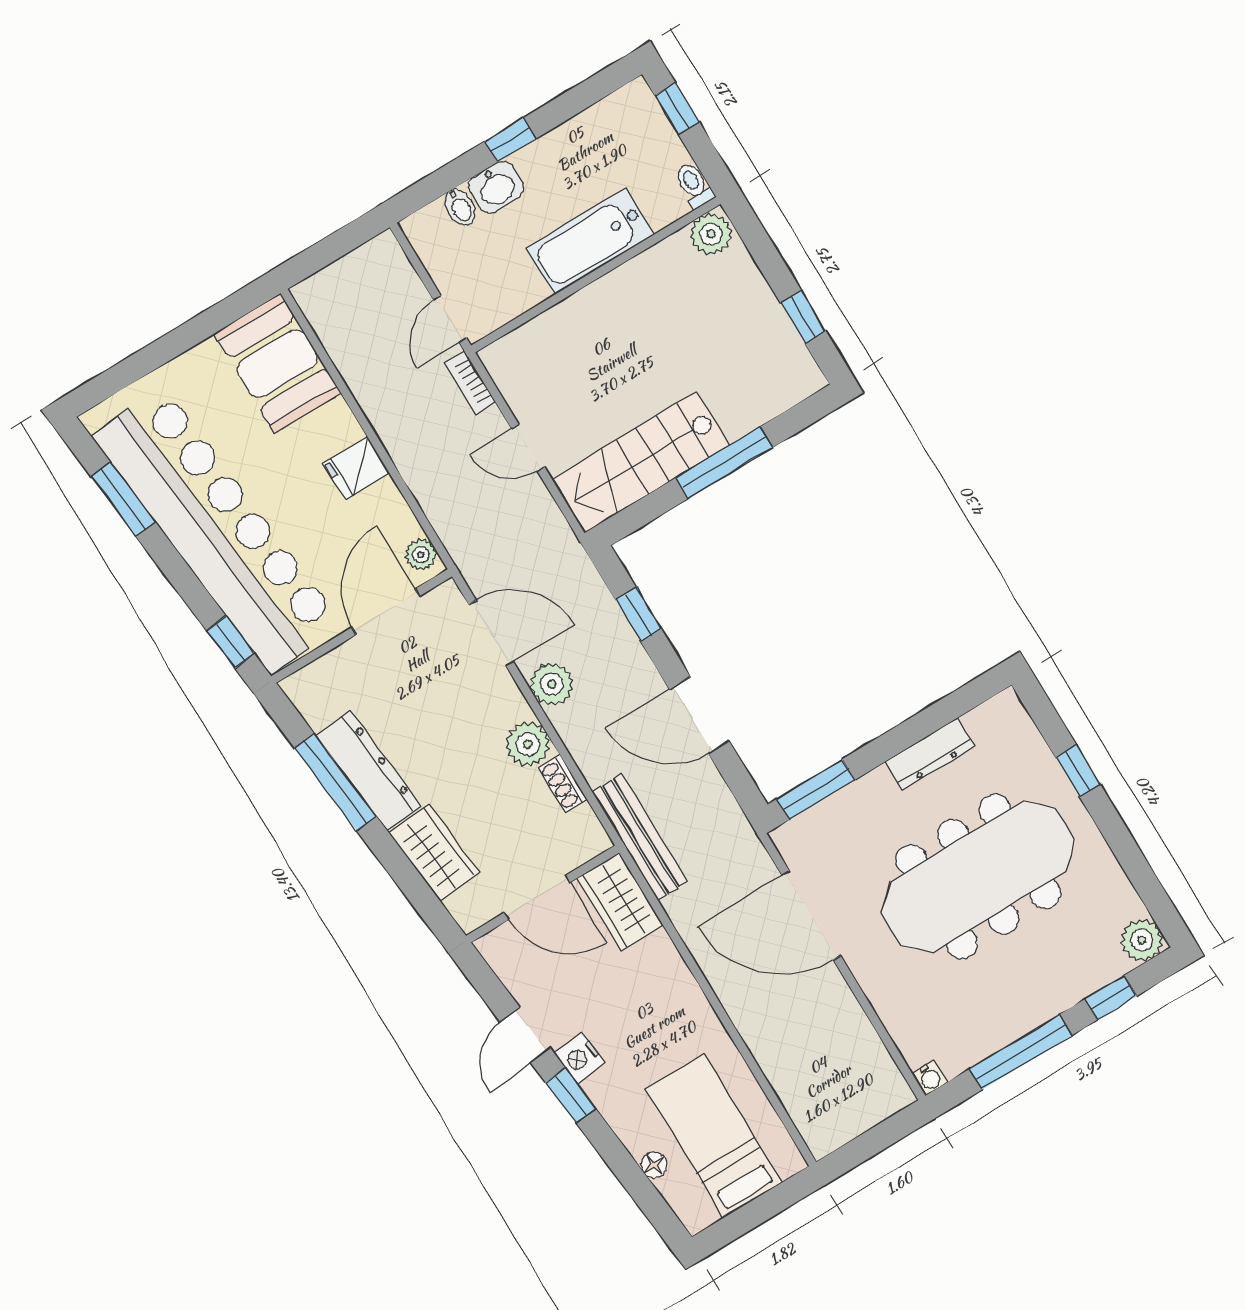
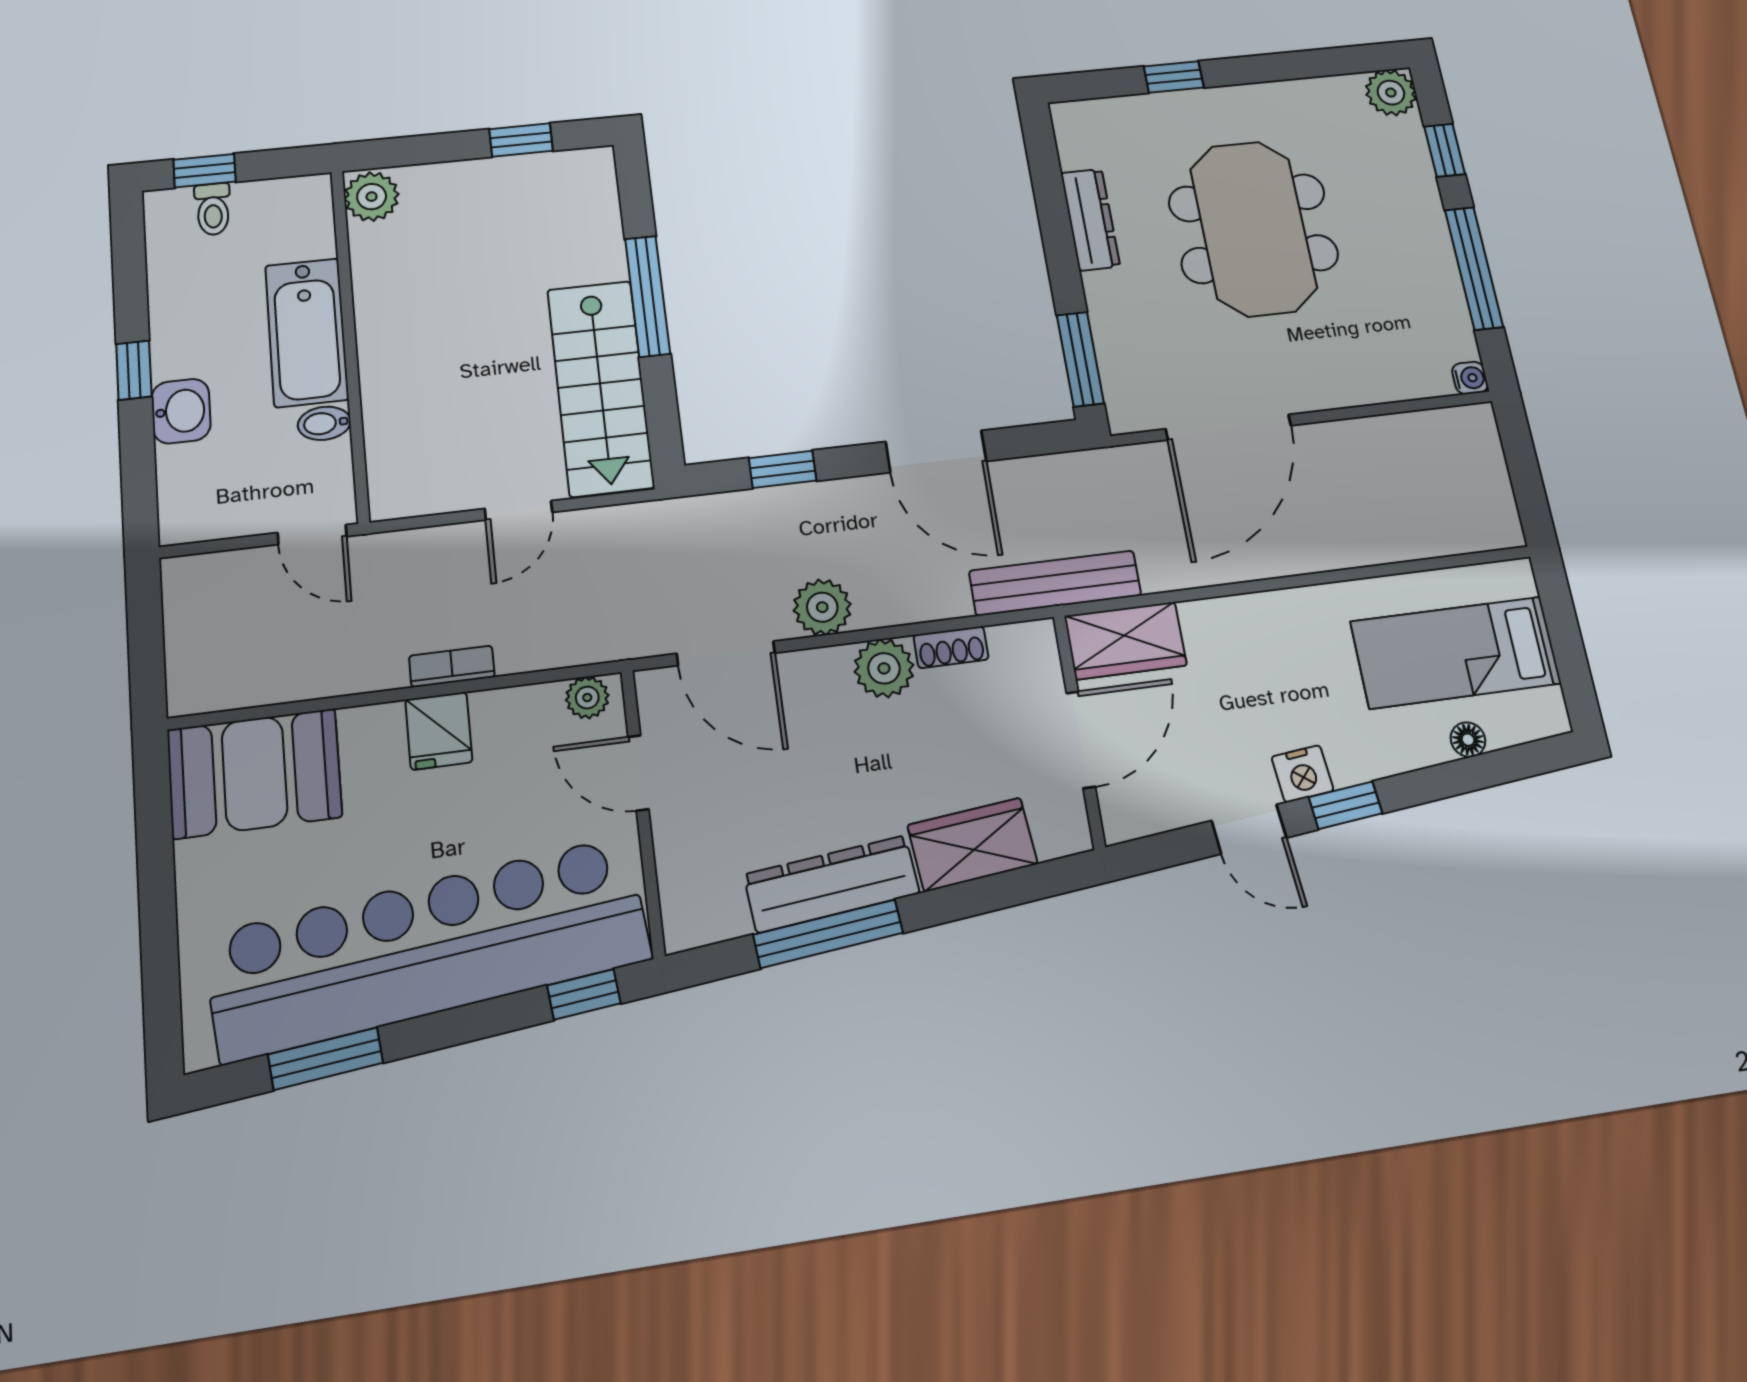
toilet: (694, 185) -> (213, 209), moved, turned -90
bidet: (460, 207) -> (324, 423), moved, turned 180
bookcase: (470, 383) -> (452, 666), moved, turned 180
door: (386, 612) -> (638, 773), width x0.73
door: (491, 633) -> (726, 653), swing flipped
door: (699, 715) -> (936, 451), hinge flipped
meeting table: (978, 877) -> (1253, 228), width x0.73

